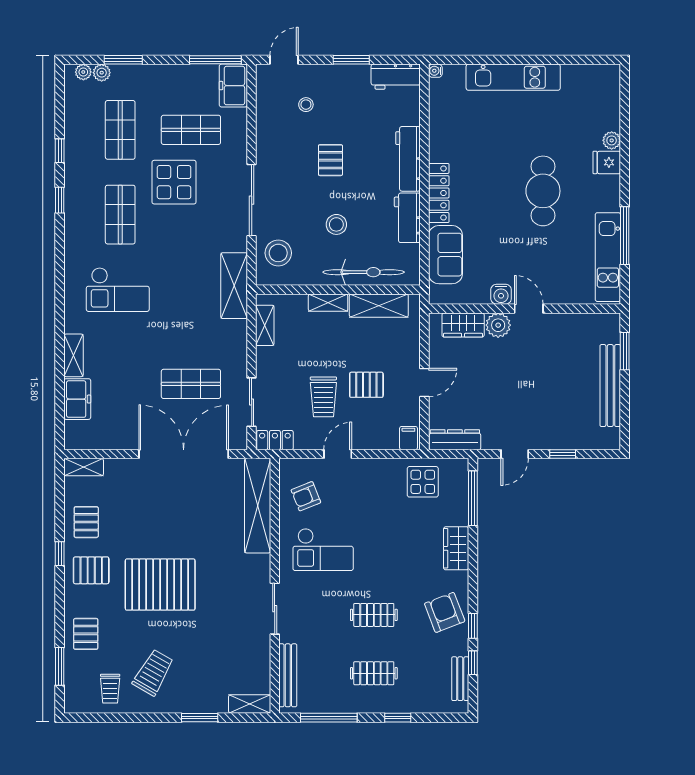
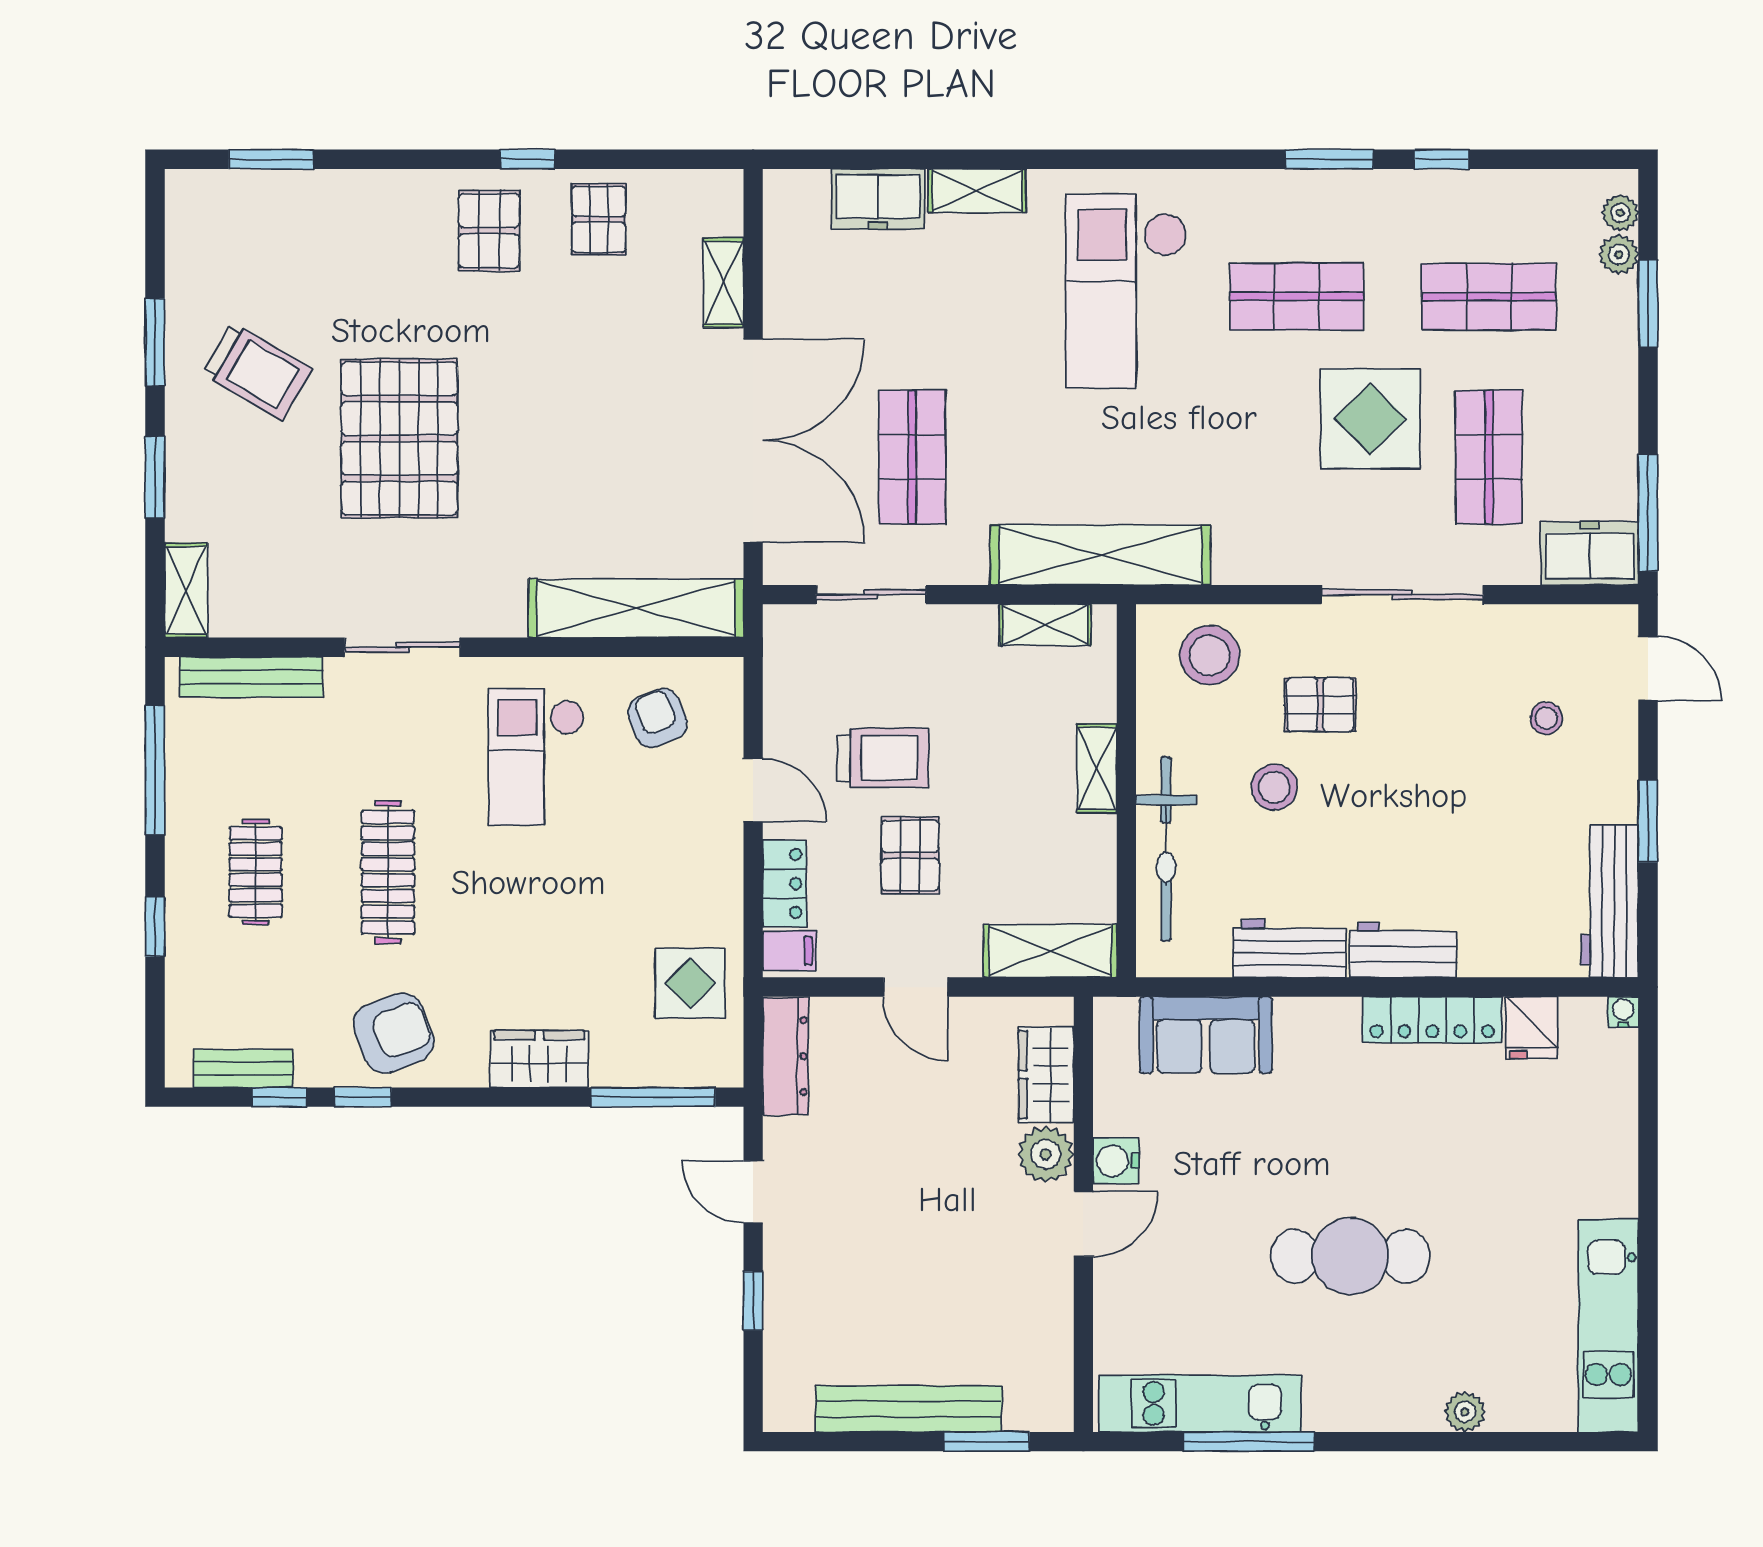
workbench: (396, 77) -> (1610, 901), width x1.38
kitchen unit: (513, 77) -> (1608, 1326), moved
workbench: (408, 159) -> (1403, 950), width x0.73
pallet: (330, 160) -> (1320, 705), moved
fridge: (607, 162) -> (1532, 1028), moved, turned 180
locker: (439, 193) -> (1432, 1020), moved
window: (60, 200) -> (1329, 159), width x1.50
sliding door: (252, 200) -> (1402, 595), moved
shelving: (234, 286) -> (1100, 555), width x1.47
checkout: (118, 290) -> (1126, 291), width x1.36, depth x1.21
shelving: (379, 306) -> (1050, 951), moved, turned 90
trolley: (323, 397) -> (883, 758), turned 180
locker: (275, 440) -> (785, 884), moved
shelving: (84, 467) -> (723, 283), moved
pallet: (86, 522) -> (599, 219), turned 90
pallet: (160, 585) -> (399, 438), moved
clothes rail: (374, 615) -> (388, 872), width x1.36
pallet: (86, 634) -> (345, 218), removed
trolley: (110, 689) -> (221, 274), removed
window: (140, 718) -> (155, 342), added

